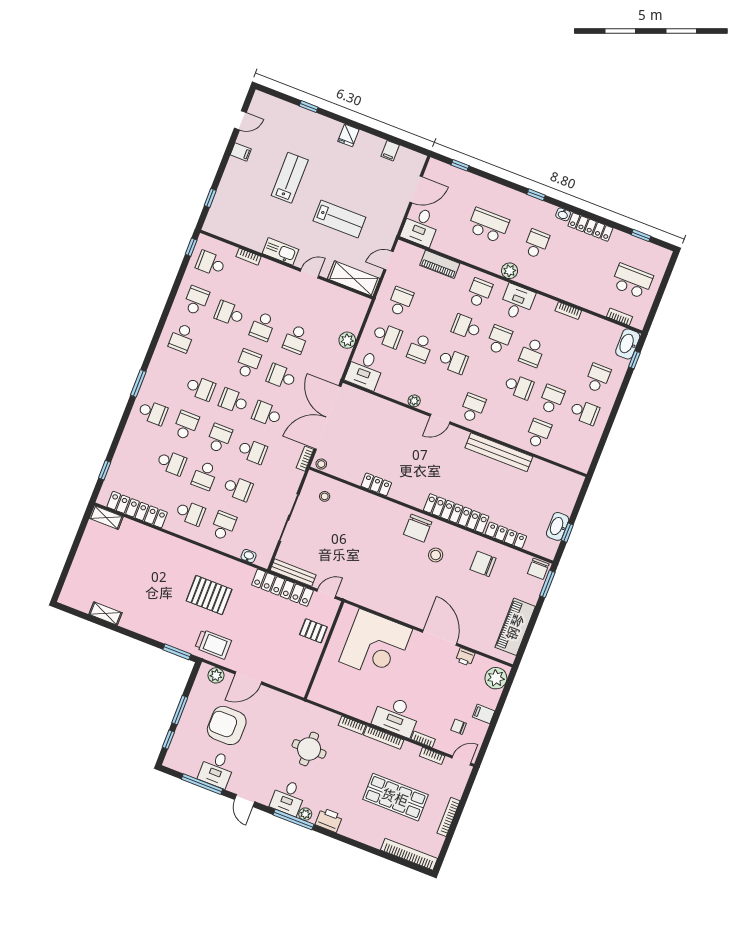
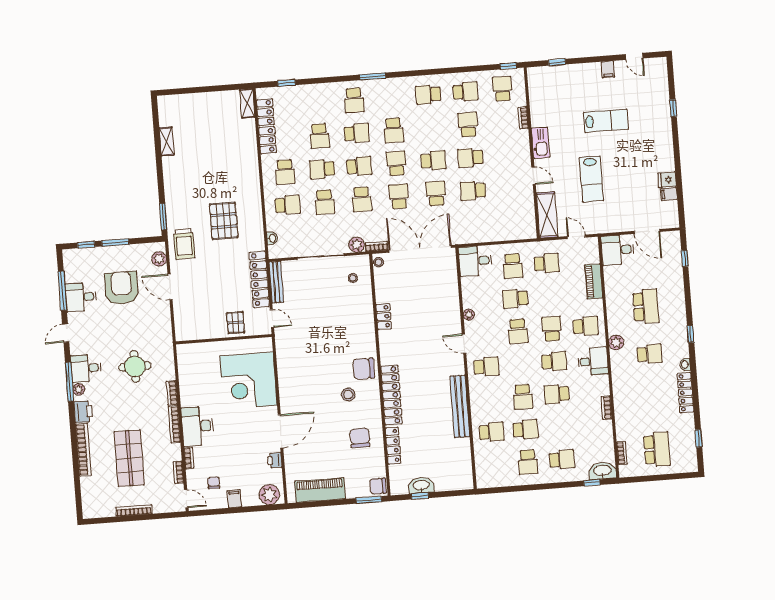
fridge: (348, 135) -> (667, 180), moved
plant: (347, 340) -> (357, 245), moved
bookcase: (409, 854) -> (83, 450), moved

